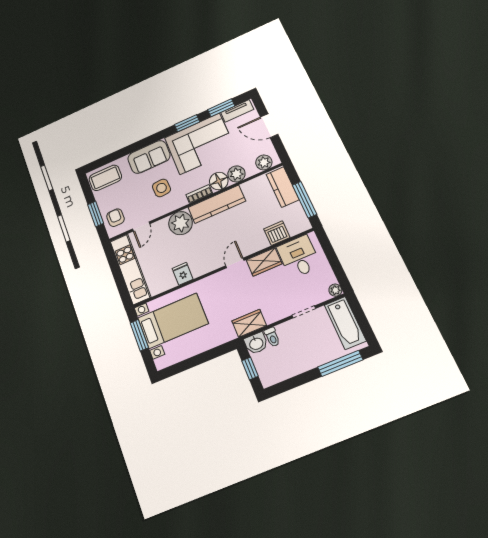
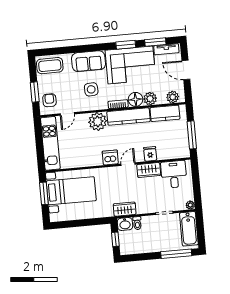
kitchen counter: (283, 187) -> (165, 113), moved, turned -90
dishwasher: (277, 233) -> (110, 158), moved
fridge: (183, 274) -> (150, 154), moved

